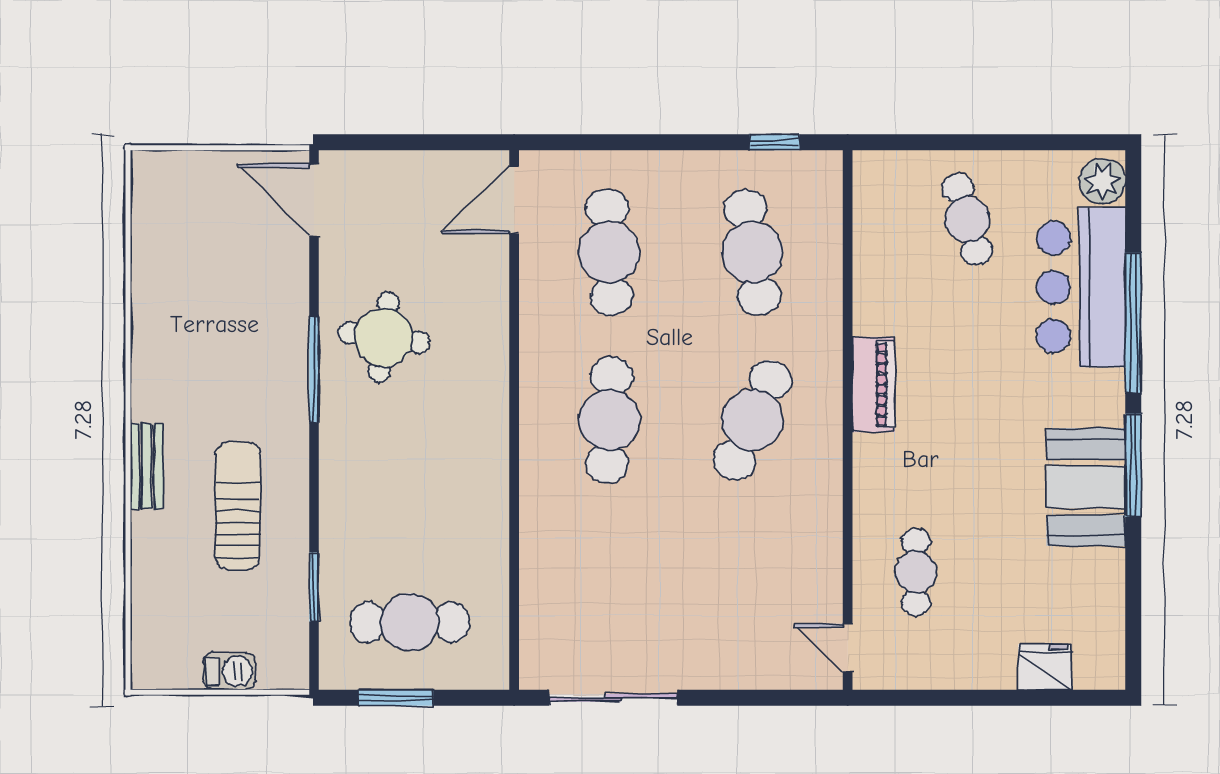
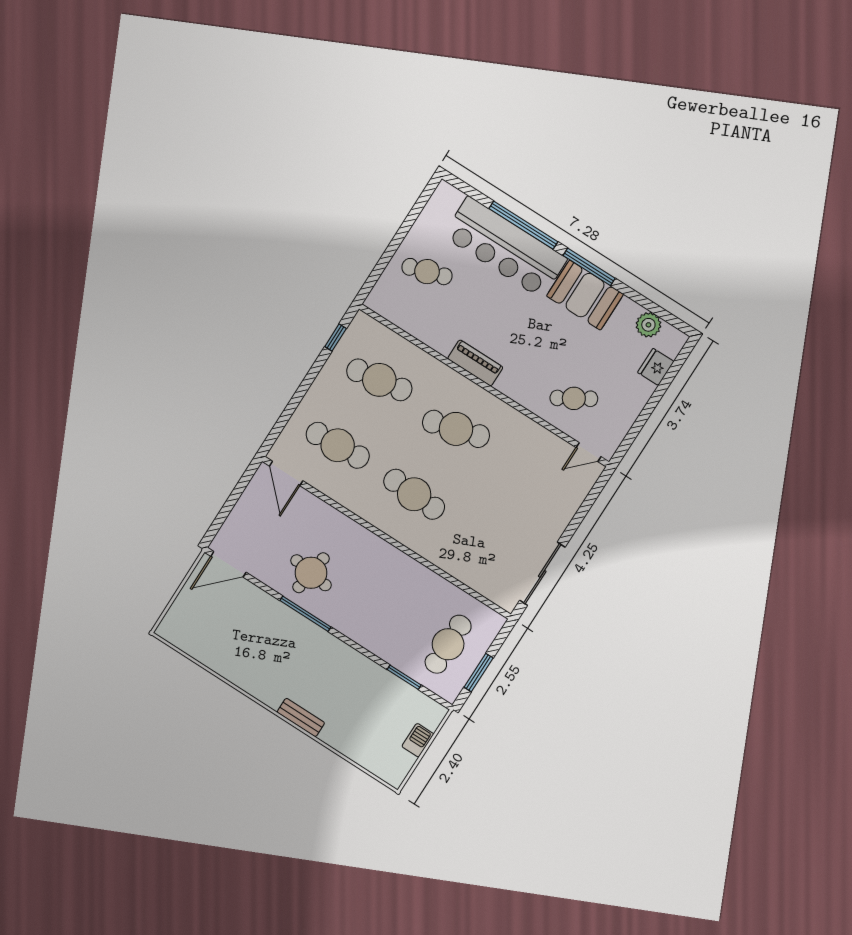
plant: (1102, 181) -> (648, 325), moved
bar counter: (1081, 287) -> (505, 247), width x1.36
cafe table: (752, 420) -> (456, 429), turned -39
sun lounger: (238, 506) -> (345, 688), removed
cafe table: (916, 572) -> (574, 398), turned -31

